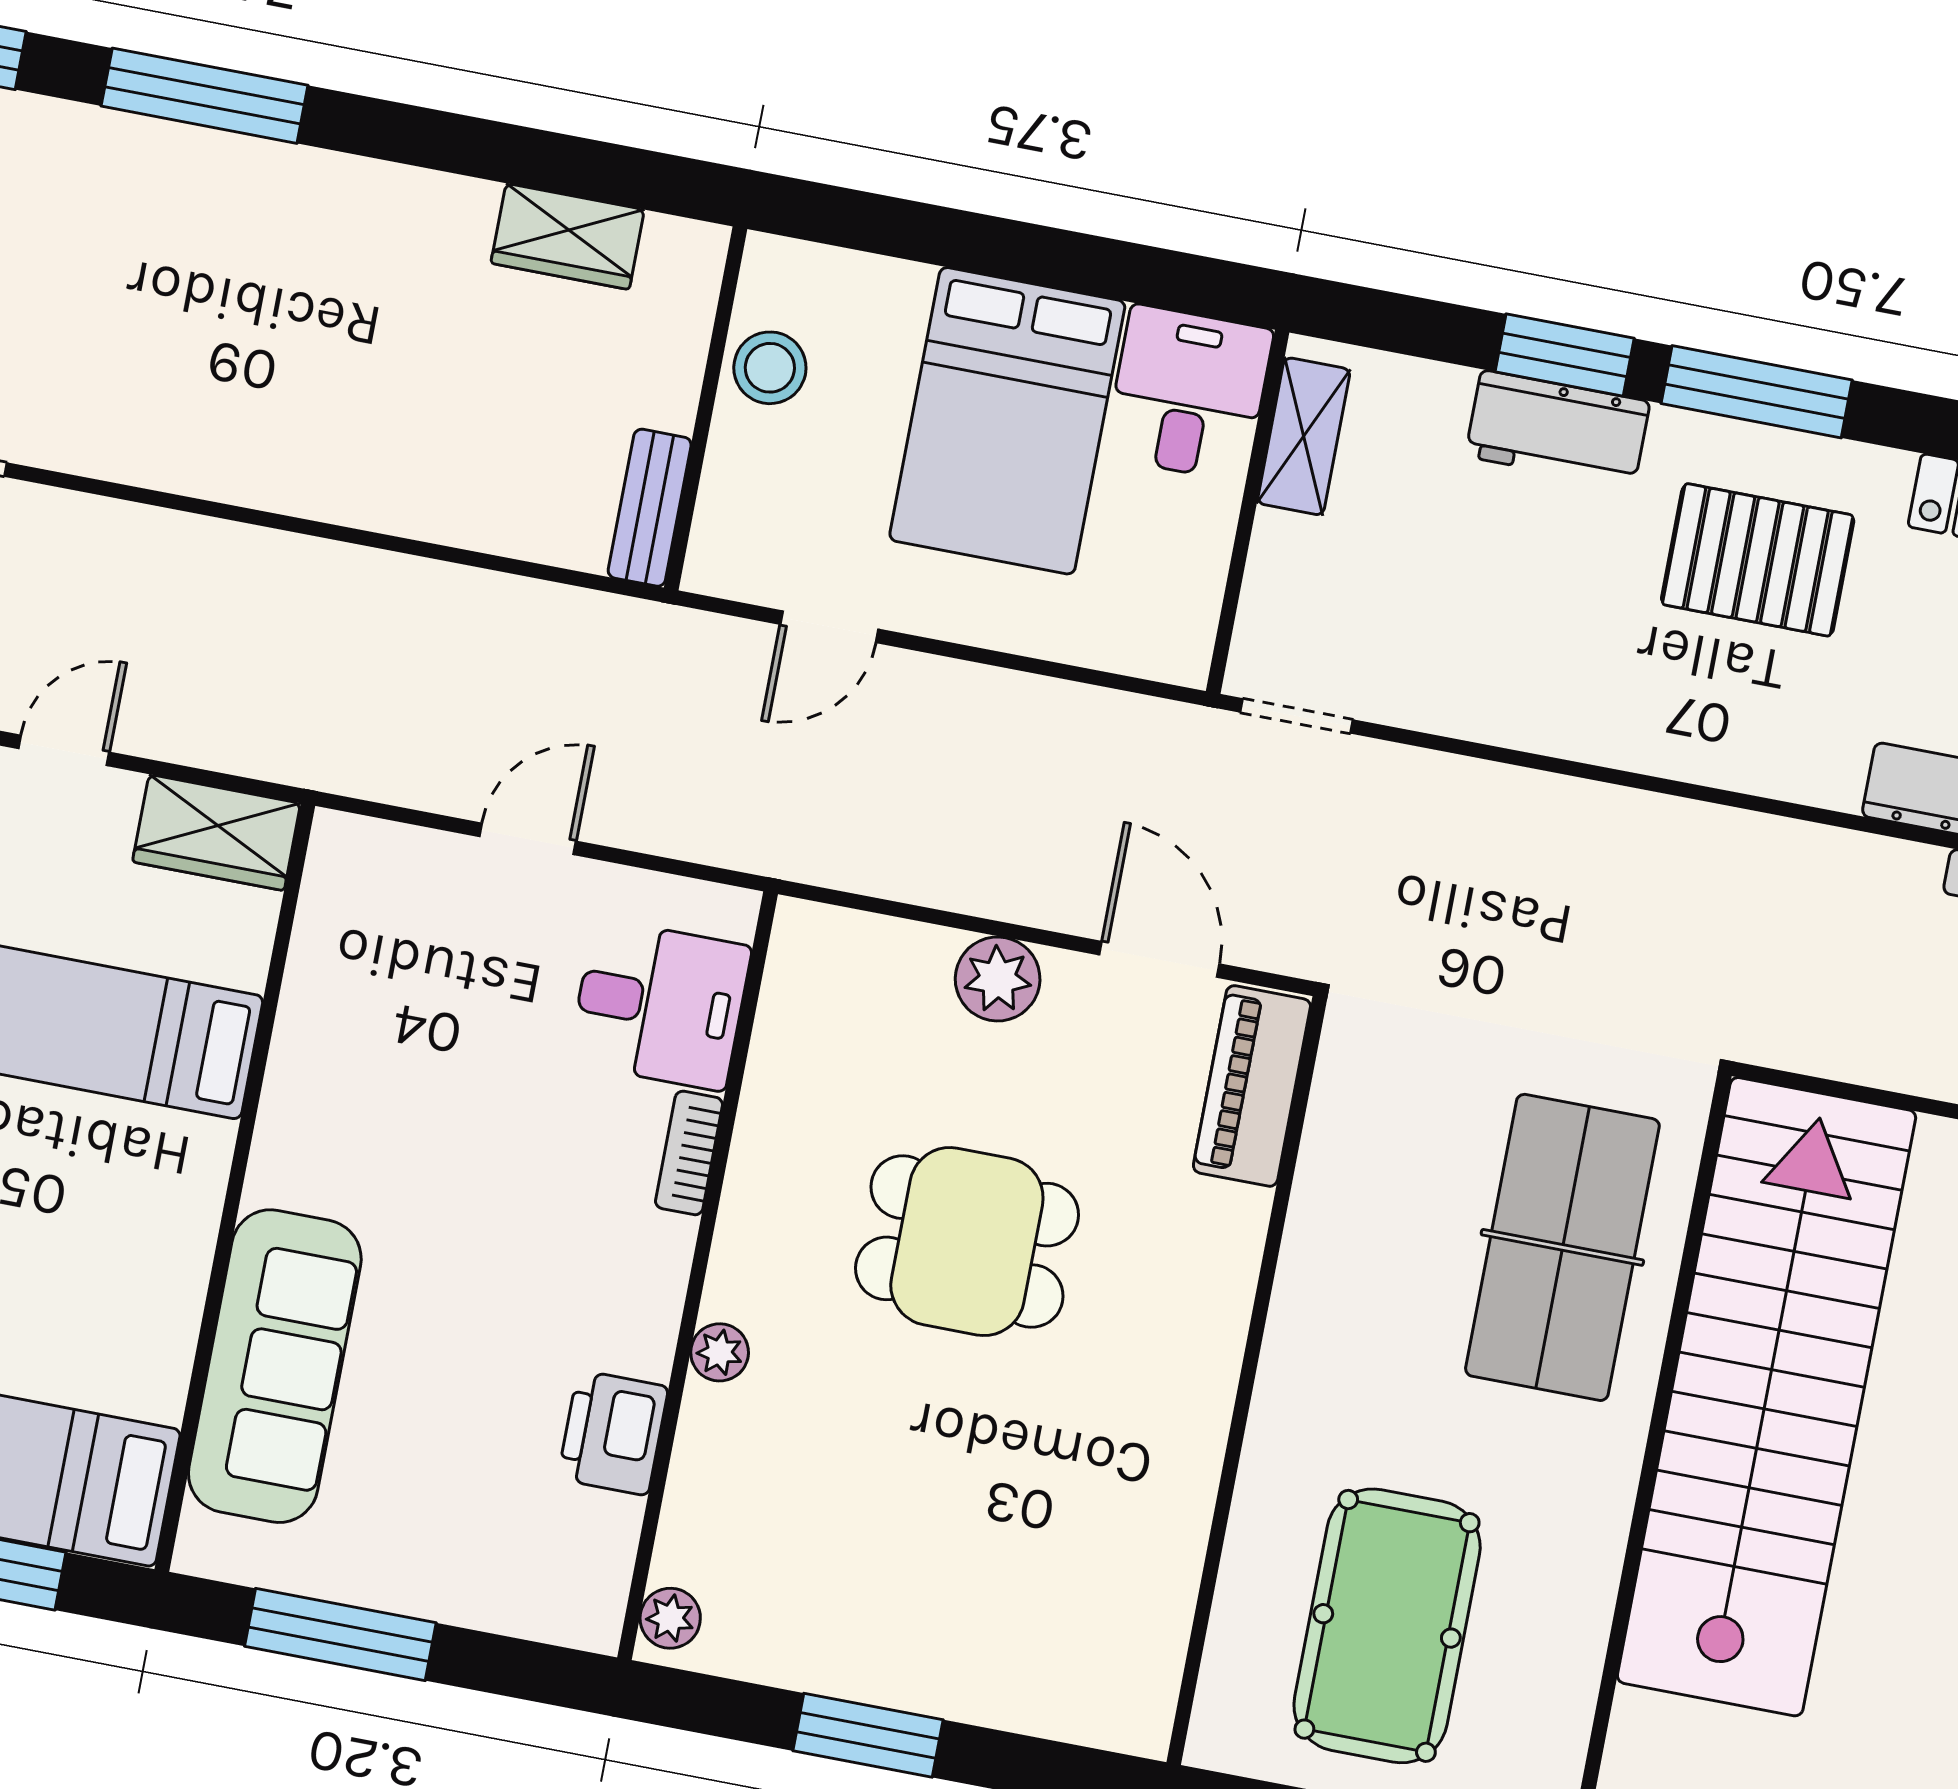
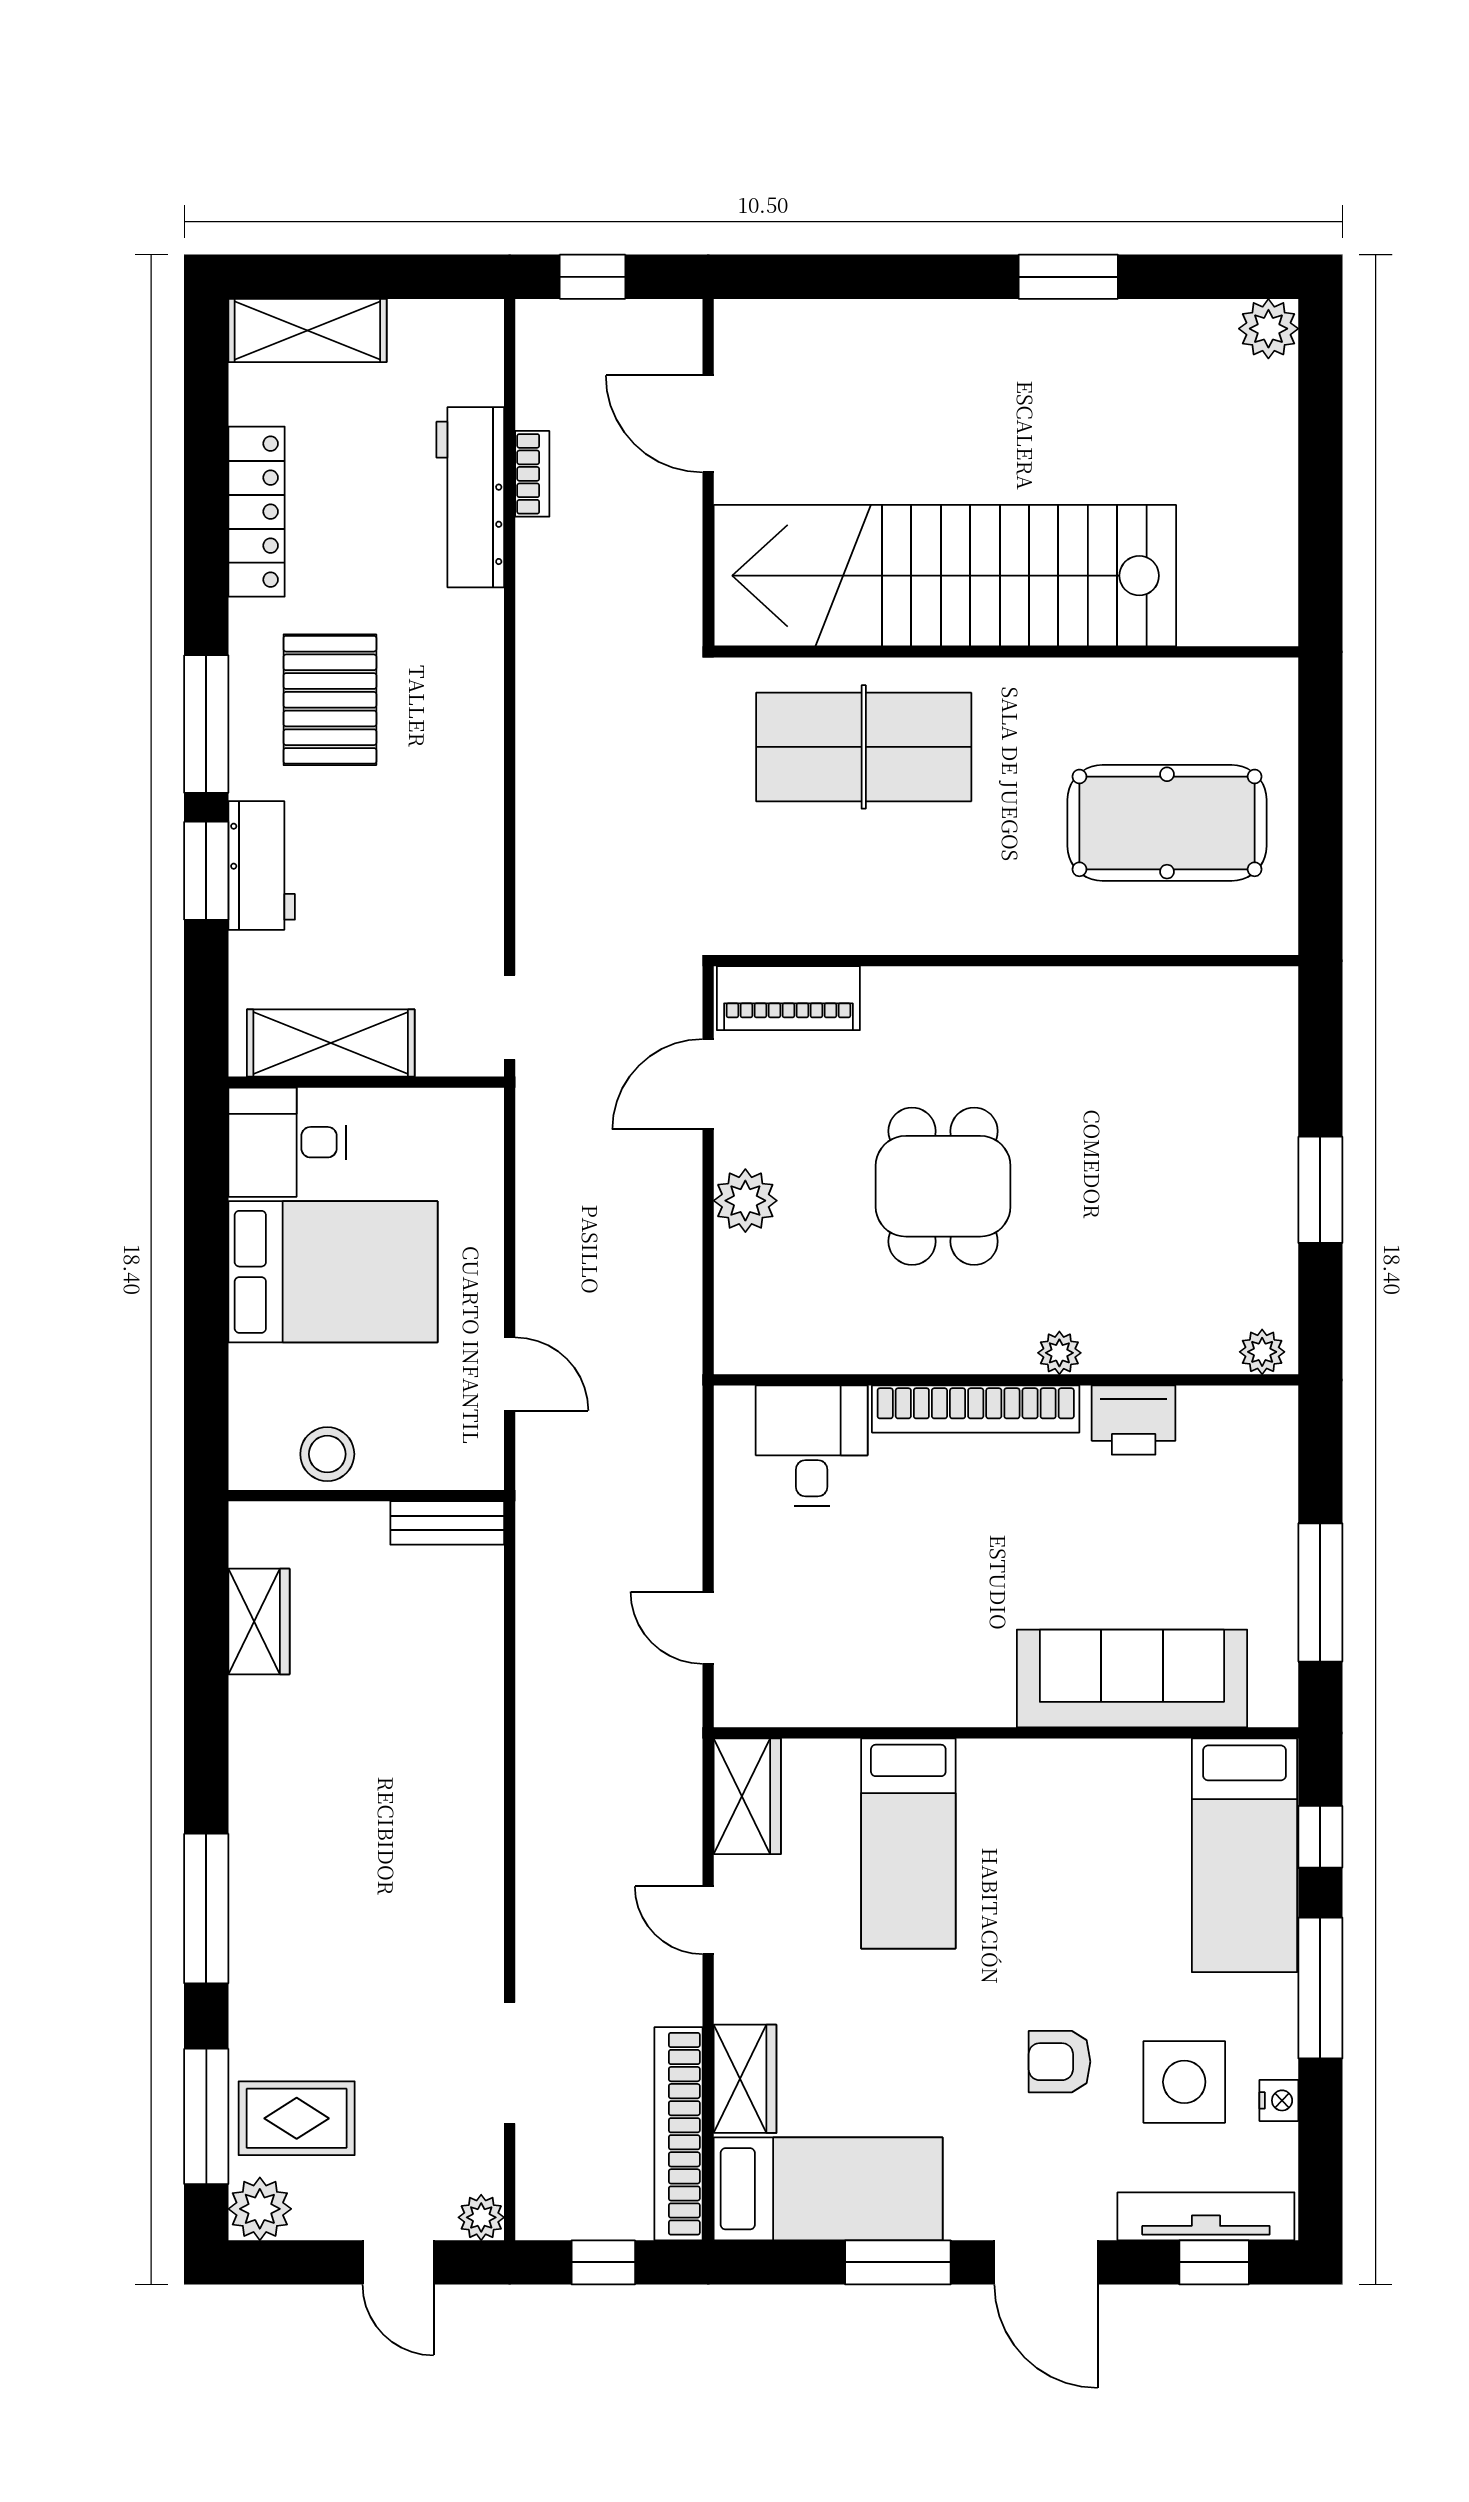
shelving: (1304, 436) -> (331, 1043), width x1.50, depth x1.33
door: (528, 839) -> (708, 1628), moved
bookcase: (689, 1153) -> (976, 1409), width x2.31, depth x1.31

